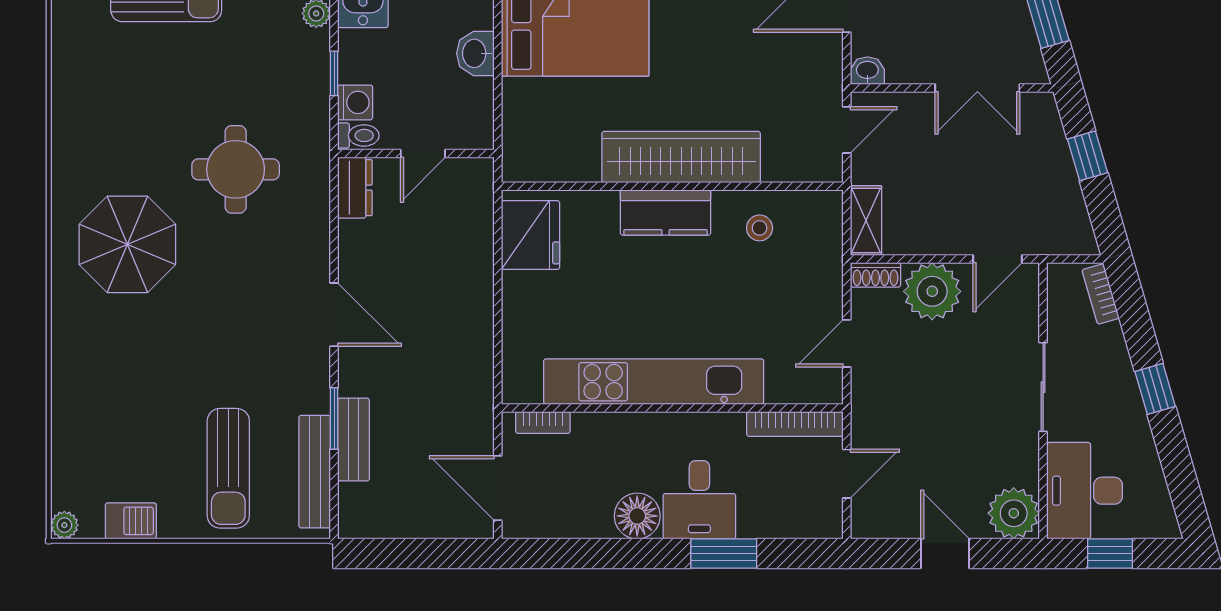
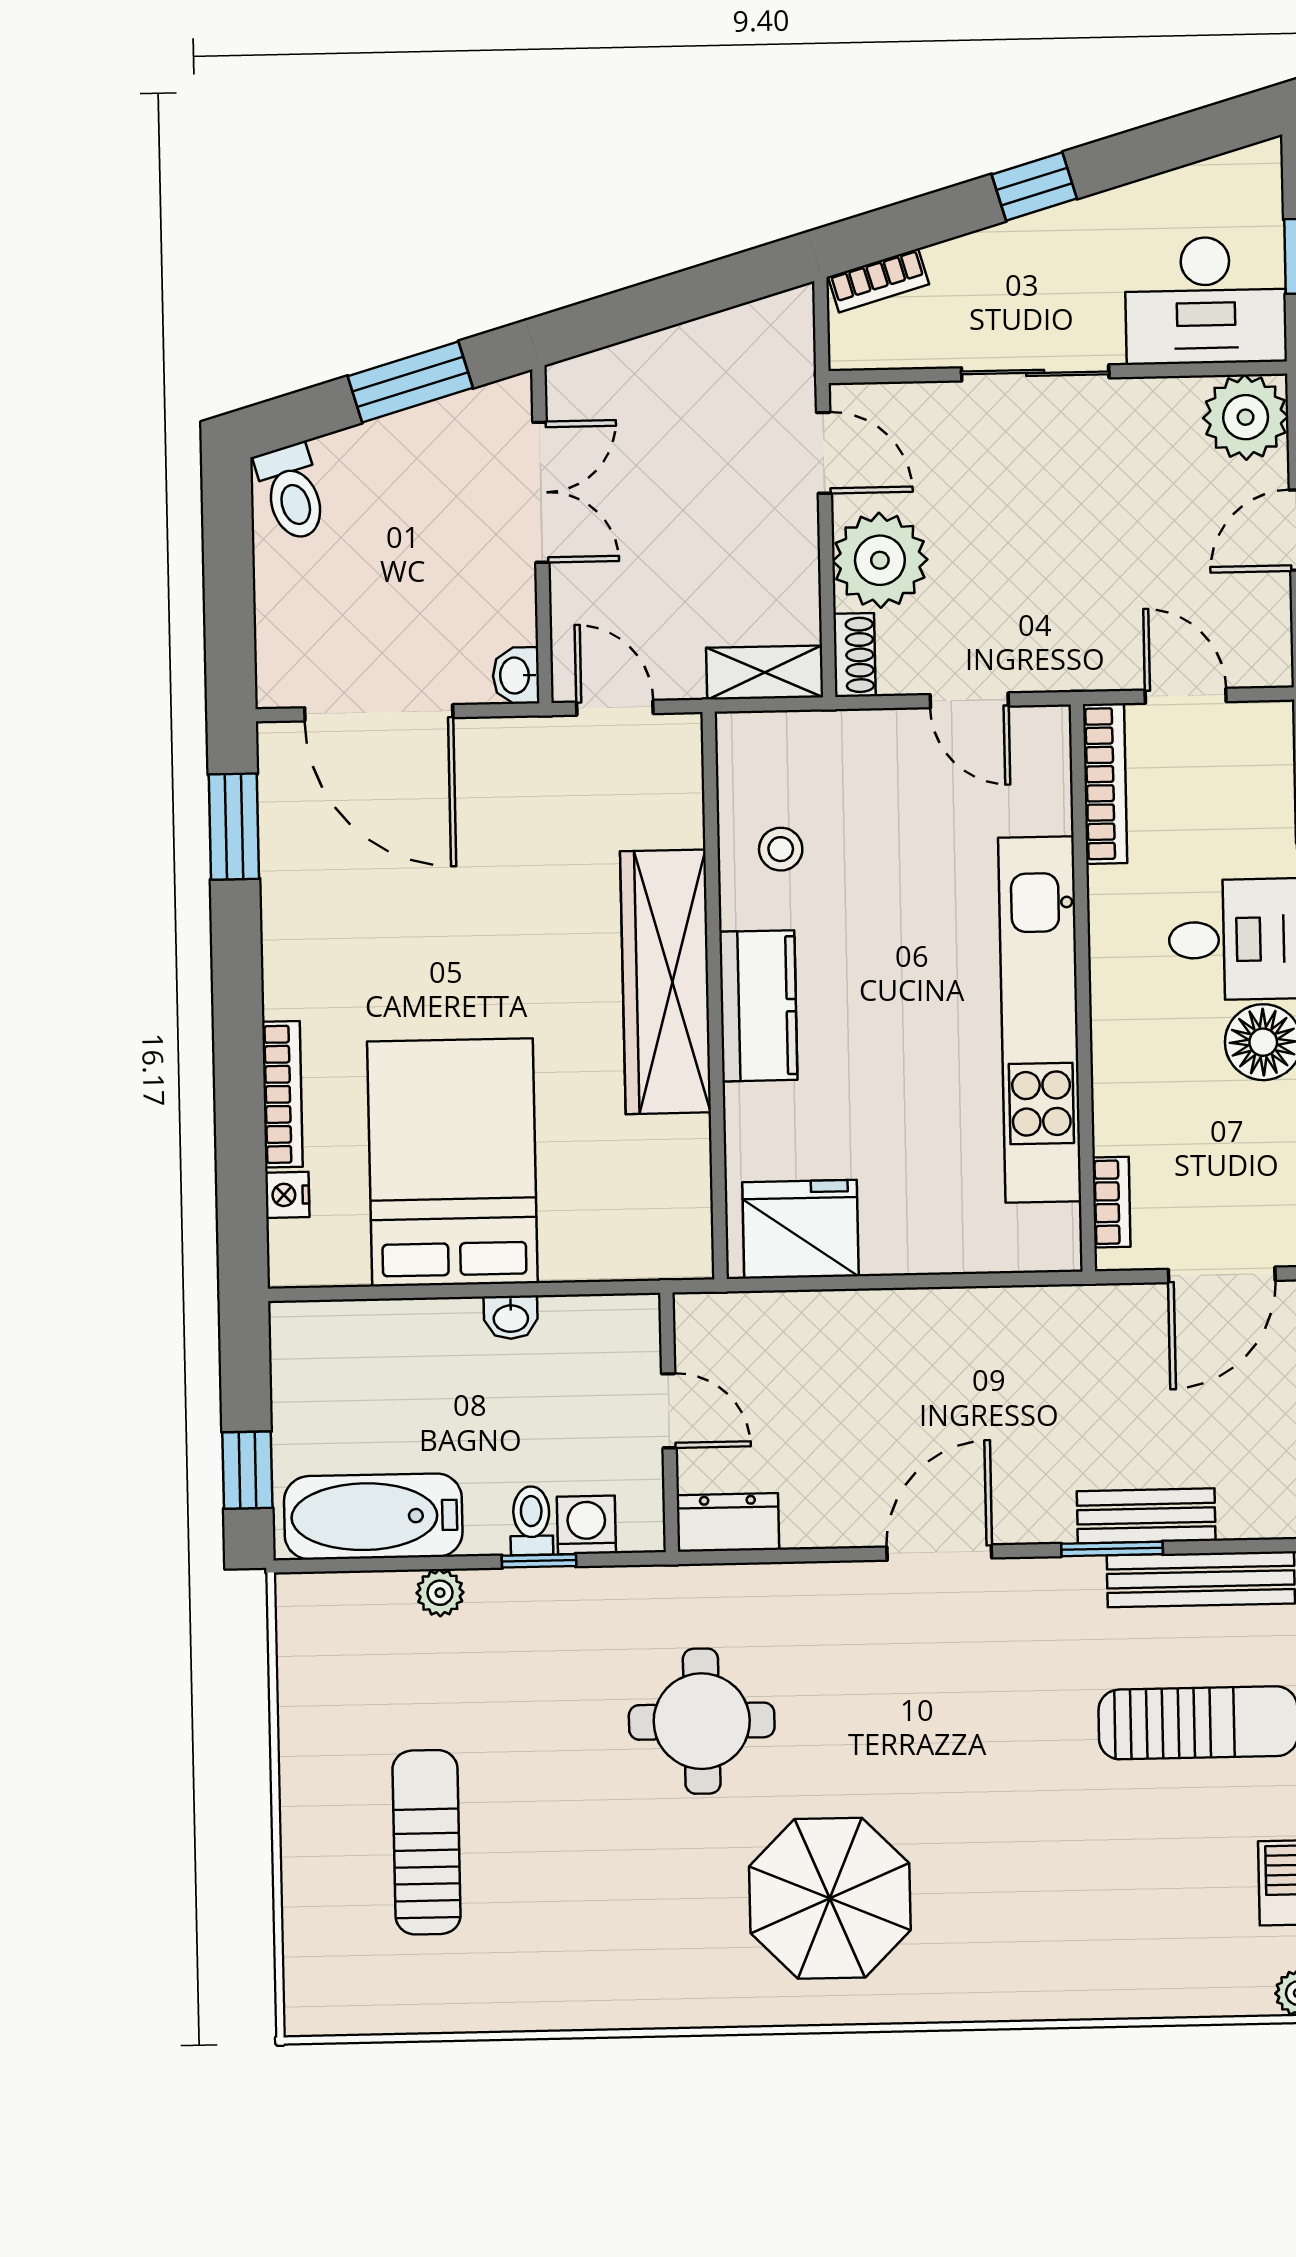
washbasin: (475, 53) -> (511, 1317), width x0.72, depth x0.69
toilet: (358, 135) -> (531, 1521), moved
window: (1088, 156) -> (650, 307), removed

